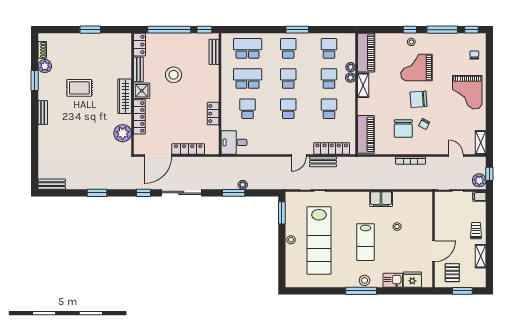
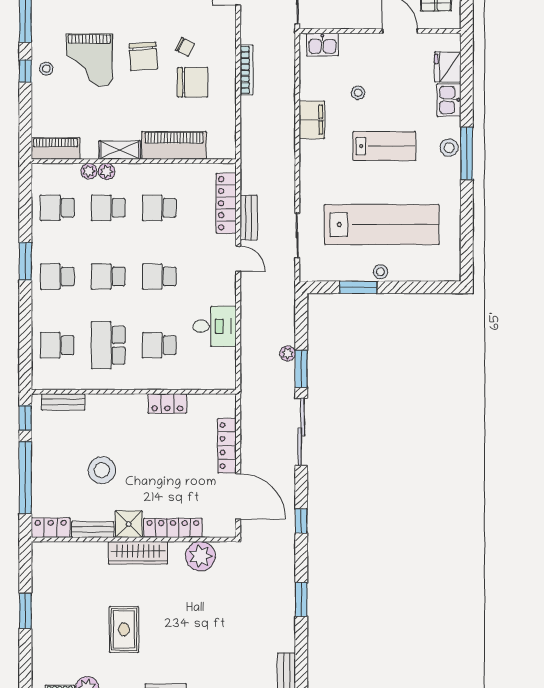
school desk: (248, 48) -> (57, 345), width x0.54
piano: (366, 53) -> (56, 148), width x0.73, depth x0.75
piano: (366, 134) -> (174, 145), moved
desk: (234, 142) -> (214, 326), moved, turned -90
sliding door: (181, 193) -> (301, 432), moved
kitchen sink: (426, 205) -> (322, 45), added
window: (282, 213) -> (358, 287), moved

